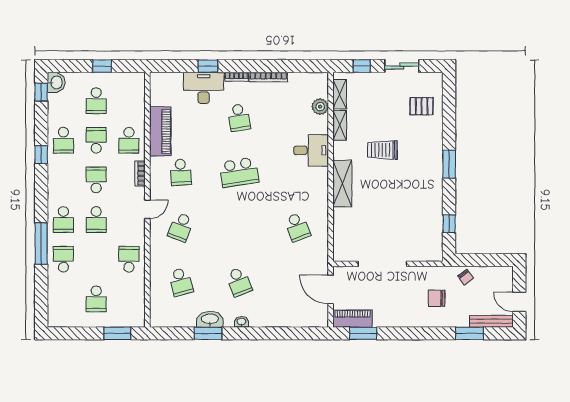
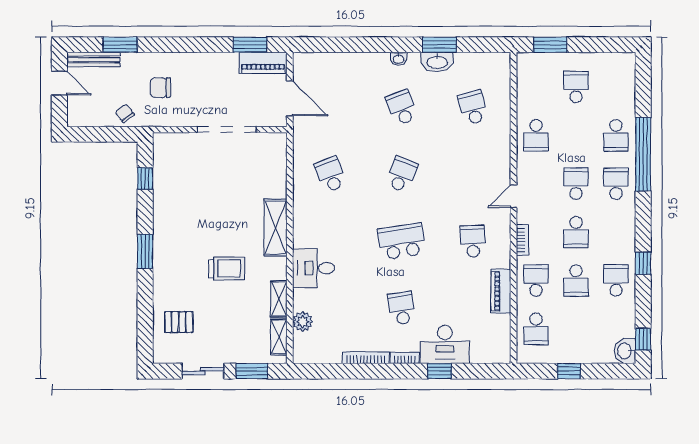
window: (362, 66) -> (252, 371), width x1.50
school desk: (96, 101) -> (536, 329), moved, turned 180
piano: (160, 131) -> (501, 291), width x0.73, depth x0.75
school desk: (181, 227) -> (402, 174), moved
window: (41, 244) -> (643, 154), width x1.46
chair: (437, 298) -> (160, 88), turned 180

